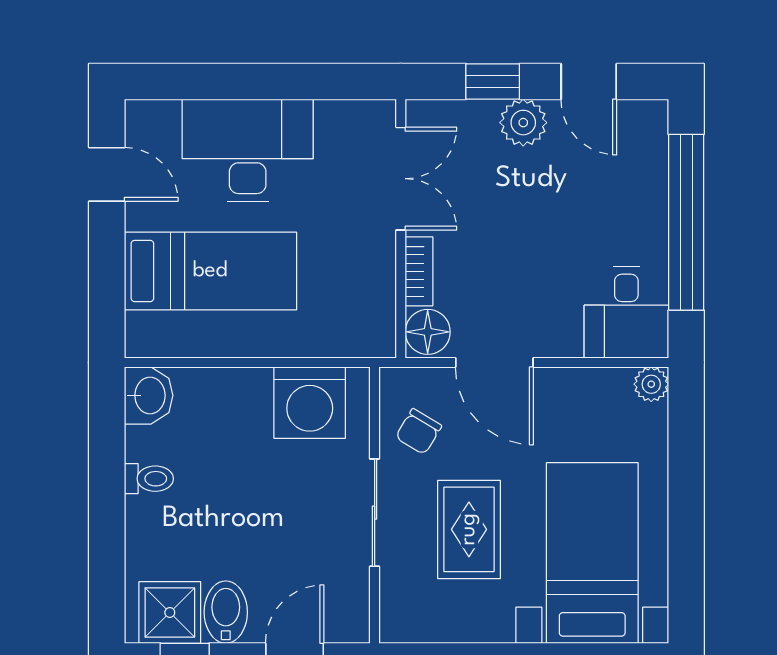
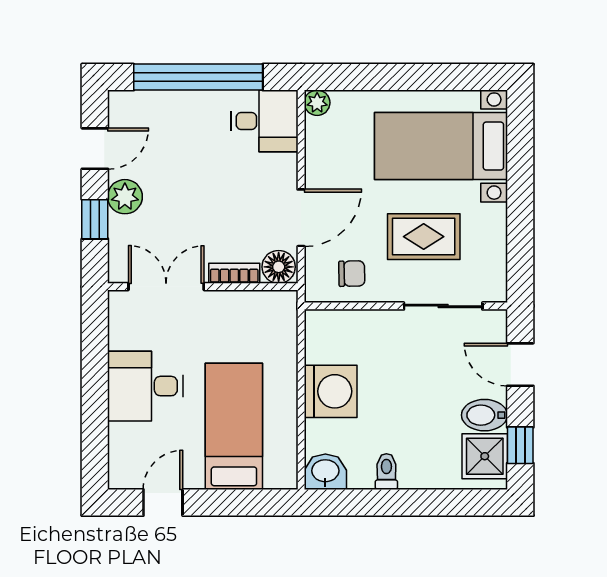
desk: (248, 150) -> (145, 386), width x0.73
washing machine: (310, 403) -> (331, 391), moved
chair: (419, 432) -> (352, 274), turned -32
sliding door: (375, 513) -> (443, 306), moved

